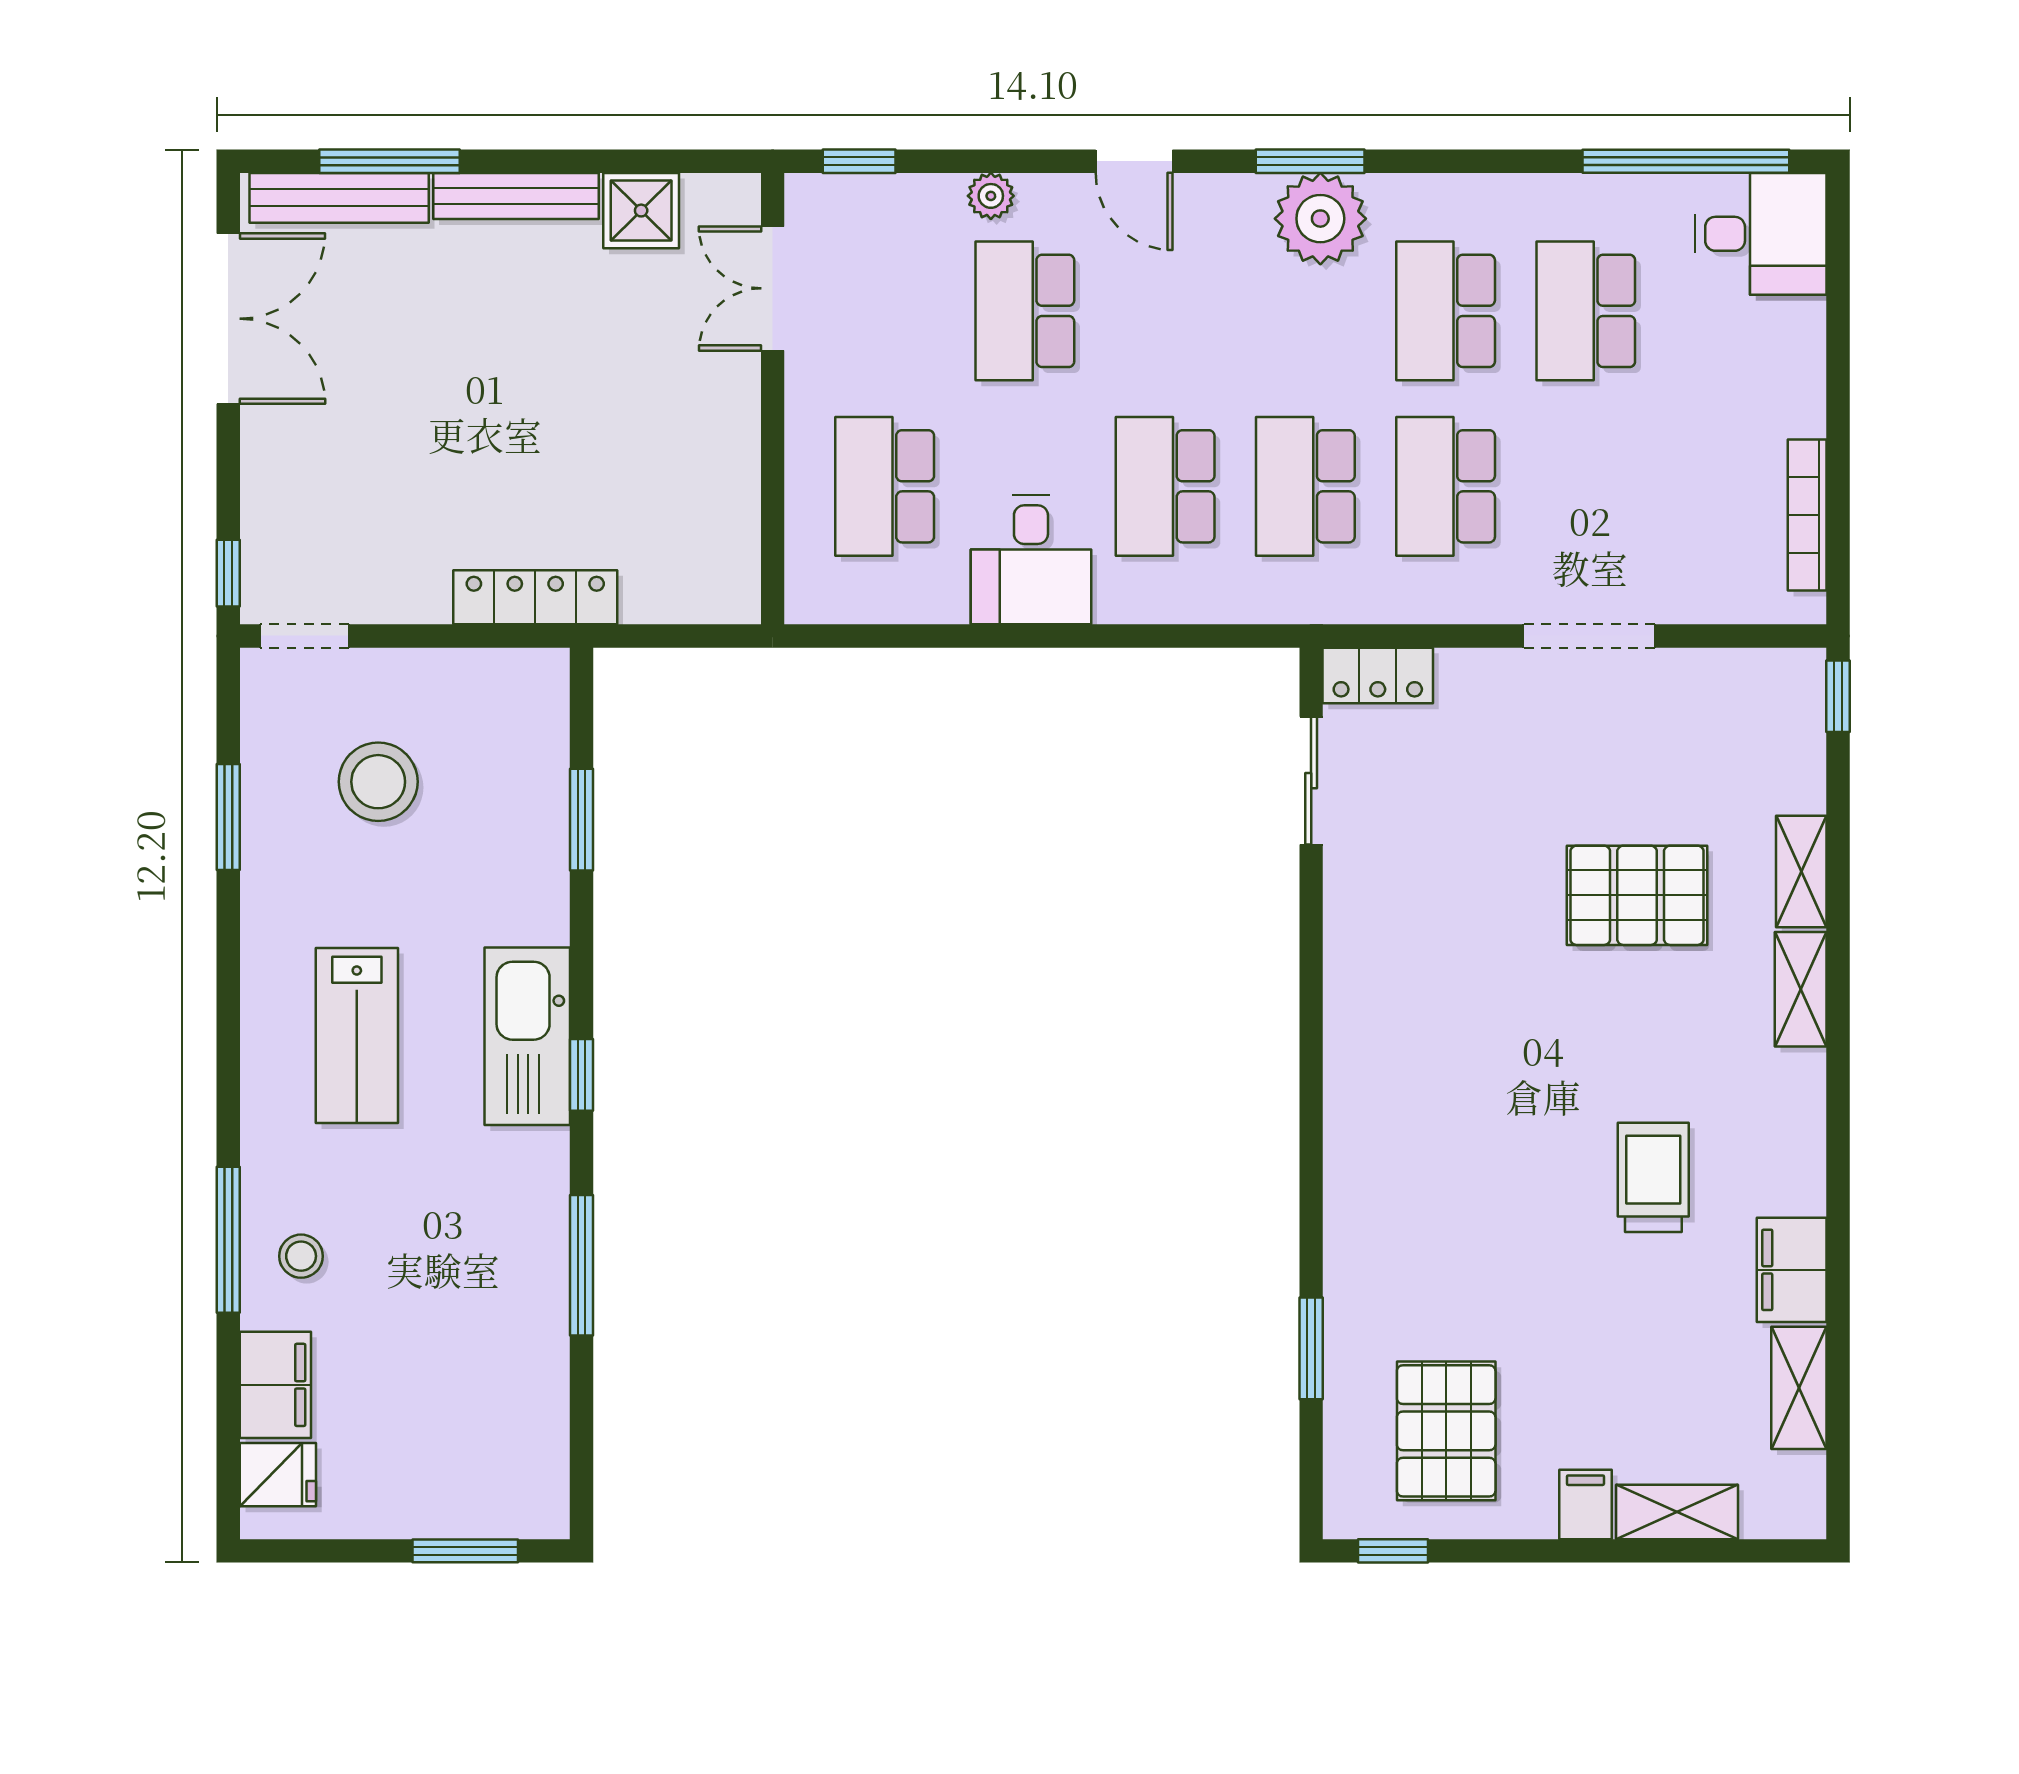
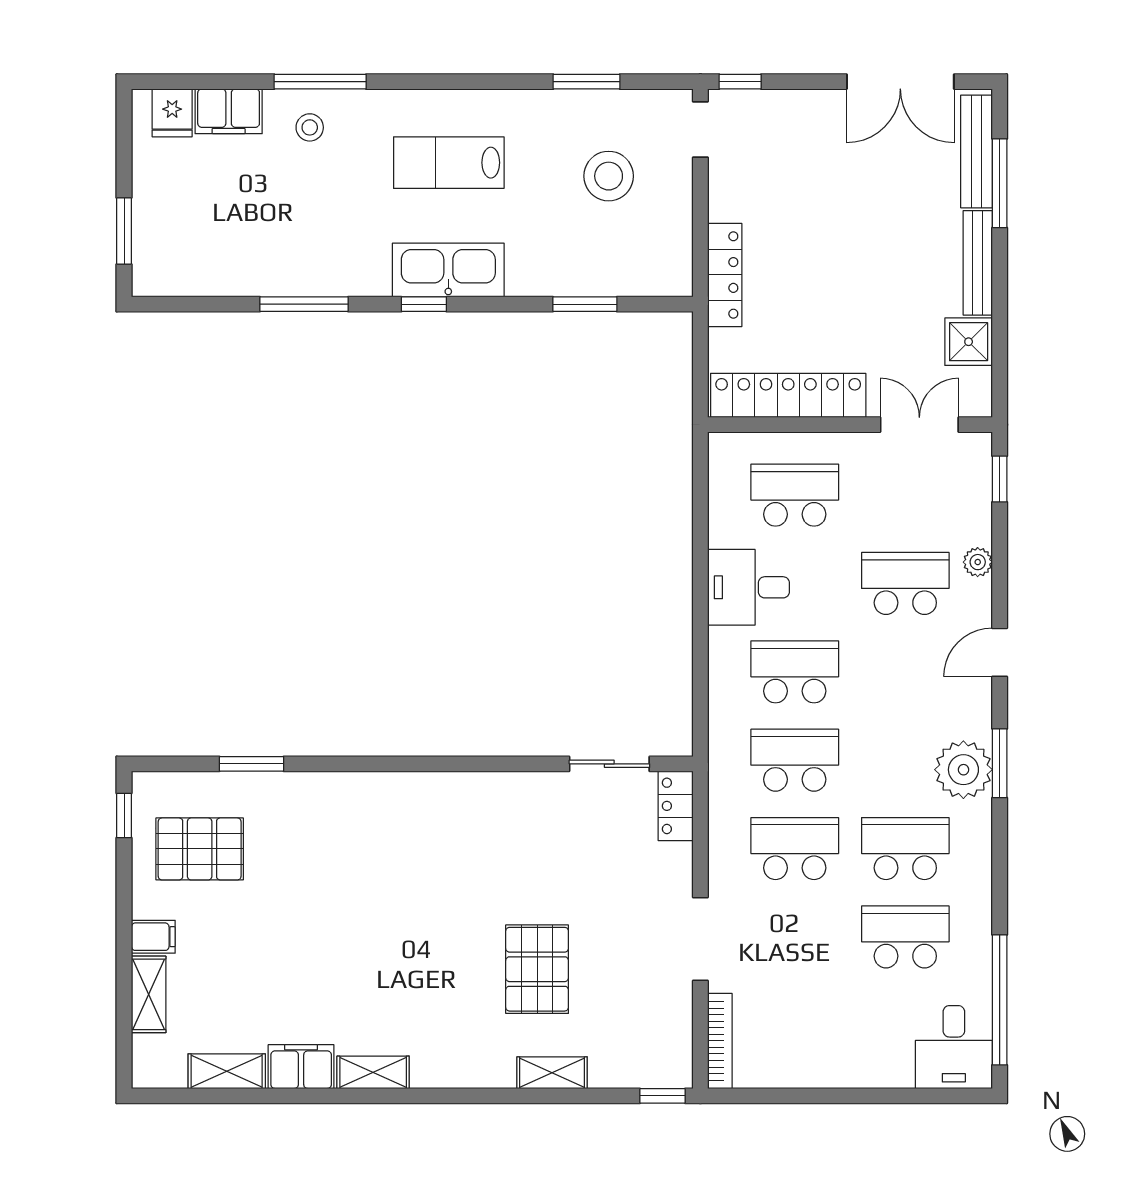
locker: (726, 497) -> (788, 395), added
bookcase: (1807, 515) -> (720, 1041), moved, turned 90
shelving: (1801, 989) -> (373, 1072), moved
trolley: (1653, 1177) -> (359, 979), removed

